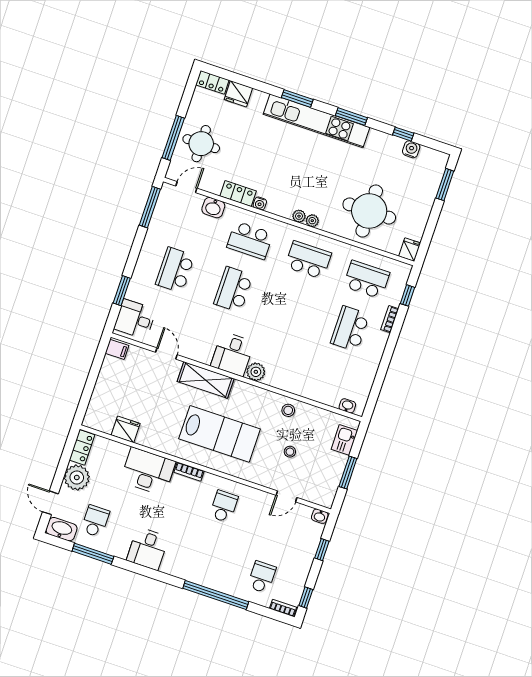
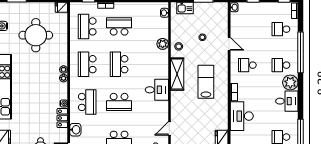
round table: (369, 211) -> (36, 35), moved
school desk: (292, 309) -> (119, 64), added
school desk: (350, 329) -> (119, 26), turned 180
plant: (256, 372) -> (163, 44), moved
shelving: (206, 380) -> (177, 74), moved
lab bench: (220, 434) -> (206, 82), width x0.73, depth x0.72
door: (287, 496) -> (229, 44), moved
school desk: (206, 558) -> (281, 65), added
plant: (175, 564) -> (290, 83), added

